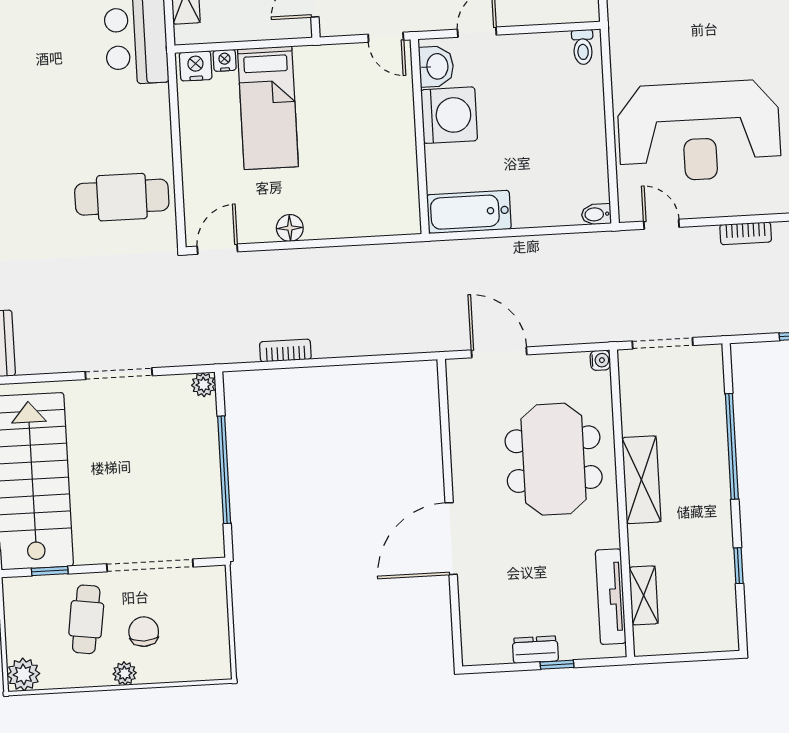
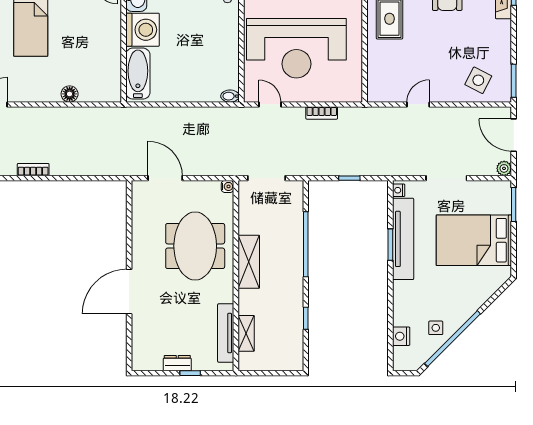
bathtub: (469, 212) -> (138, 74), moved, turned 90
floor lamp: (290, 228) -> (70, 94), moved

